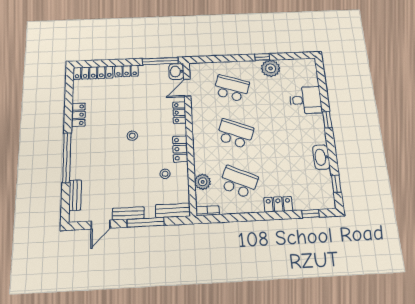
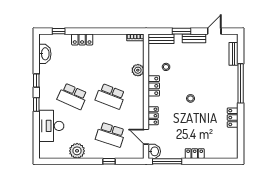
window: (262, 57) -> (109, 161), moved
locker: (93, 73) -> (222, 153), removed
door: (187, 88) -> (146, 137), swing flipped
desk: (306, 100) -> (51, 126), width x1.37
washbasin: (321, 157) -> (45, 54), moved
plant: (203, 182) -> (138, 70), moved
school desk: (239, 182) -> (72, 96), moved
window: (336, 184) -> (36, 81), moved
window: (146, 222) -> (181, 31), width x0.69

